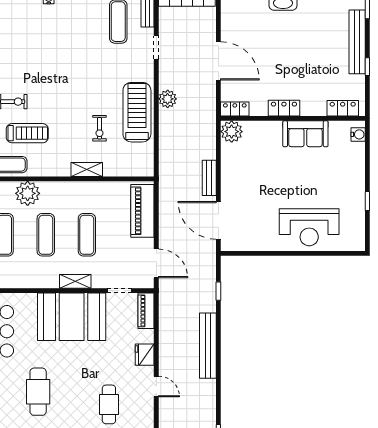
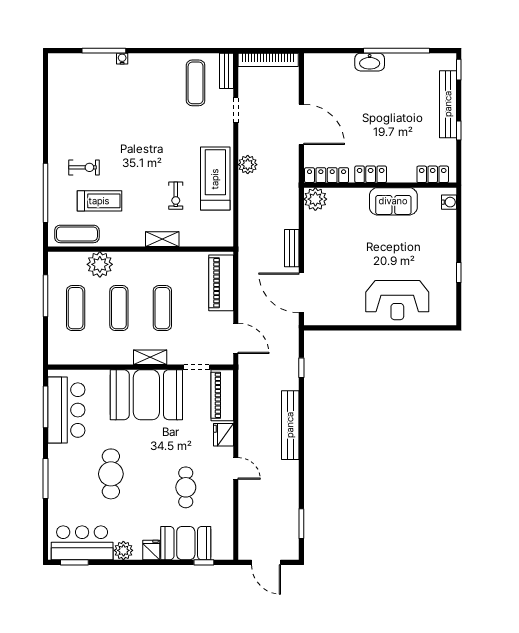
locker: (235, 109) -> (327, 175), width x1.53
piano: (146, 311) -> (222, 395), width x1.37, depth x1.33

